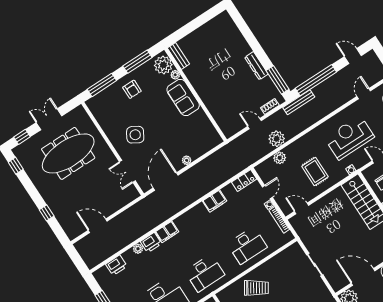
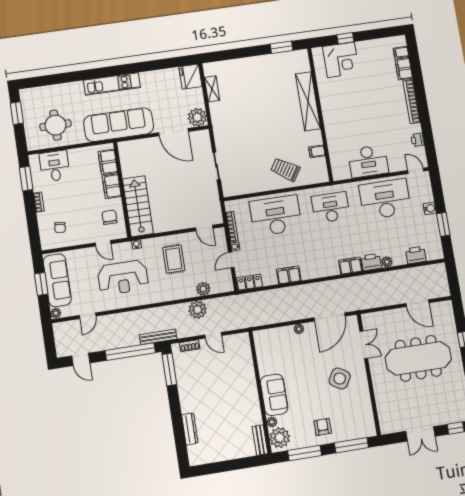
dresser: (256, 66) -> (190, 429), moved
meeting table: (68, 153) -> (418, 358), moved
desk: (247, 245) -> (276, 216), width x1.36, depth x1.30

